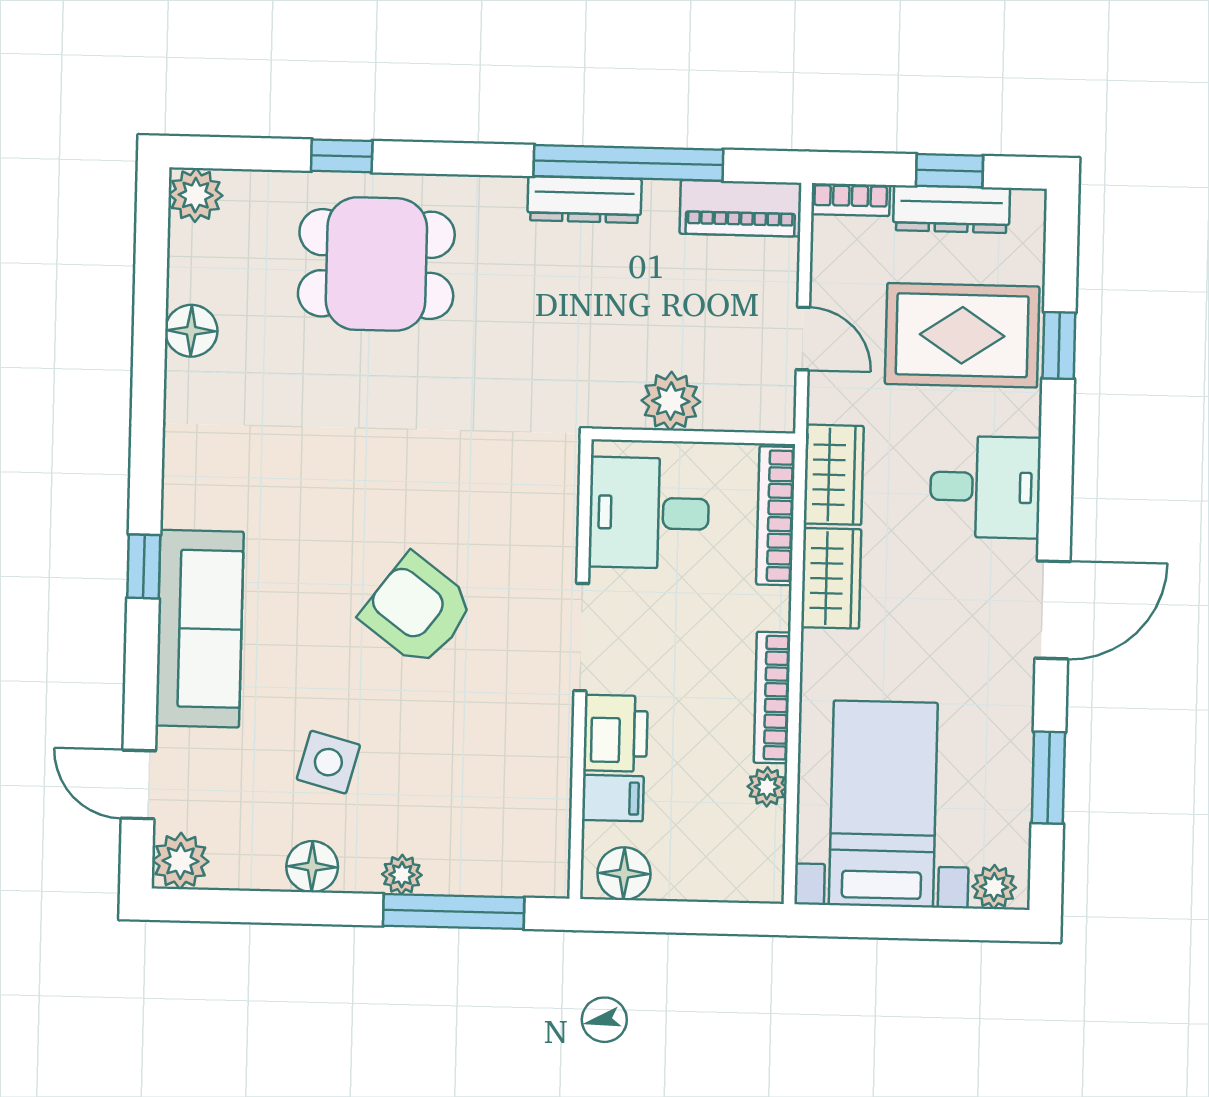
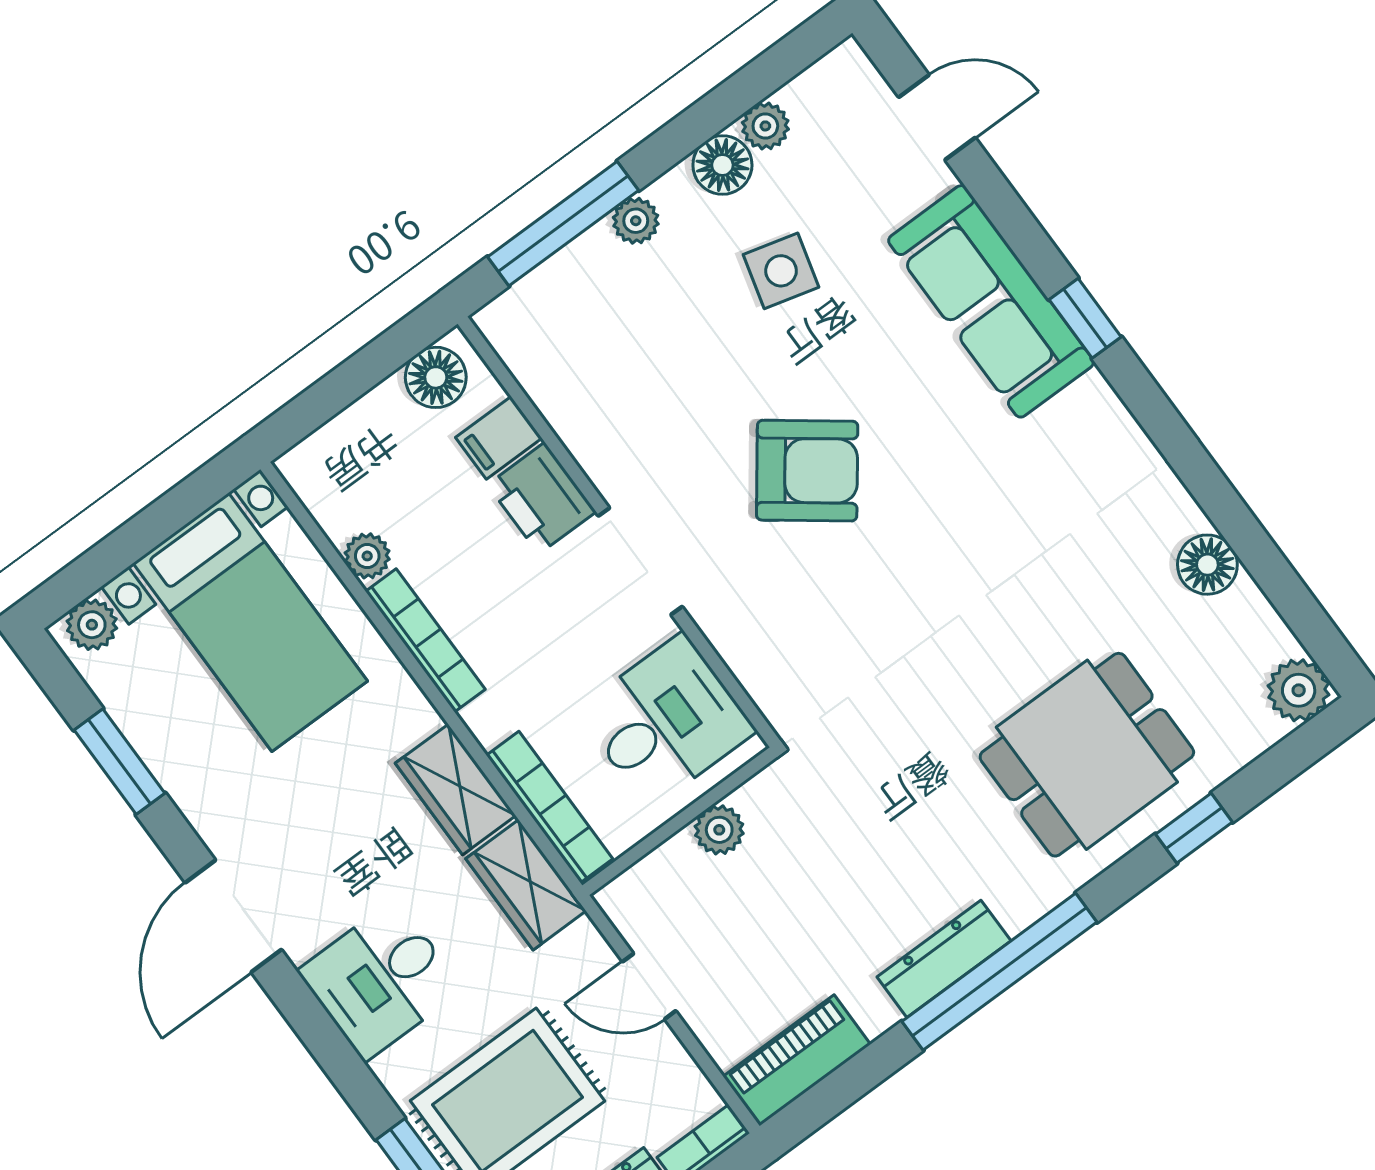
window: (628, 163) -> (999, 972), moved
plant: (671, 401) -> (719, 830), width x0.73, depth x0.73
plant: (180, 861) -> (765, 126), moved, width x0.73, depth x0.73

